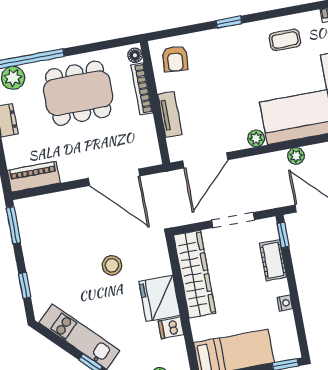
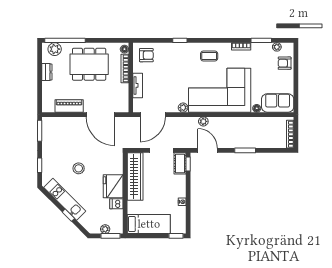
armchair: (175, 59) -> (146, 55), turned -95
piano: (34, 177) -> (69, 106), moved
cot: (273, 260) -> (180, 163), moved
stool: (112, 265) -> (79, 168), moved

